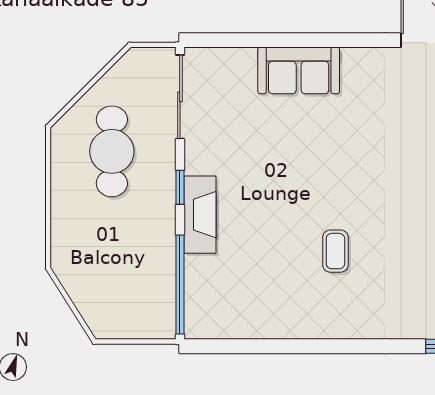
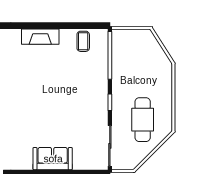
fireplace: (200, 215) -> (40, 37), moved, turned -90
coffee table: (335, 251) -> (83, 41), moved

